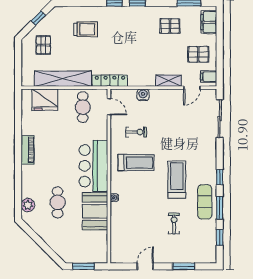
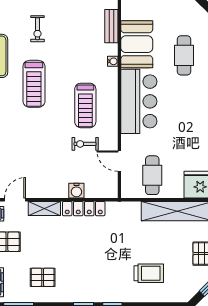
trolley: (86, 29) -> (149, 273), turned 180
locker: (110, 81) -> (84, 209), moved
door: (109, 107) -> (119, 161), moved
treadmill: (136, 163) -> (85, 105), turned -90
bench: (115, 226) -> (111, 26), added

